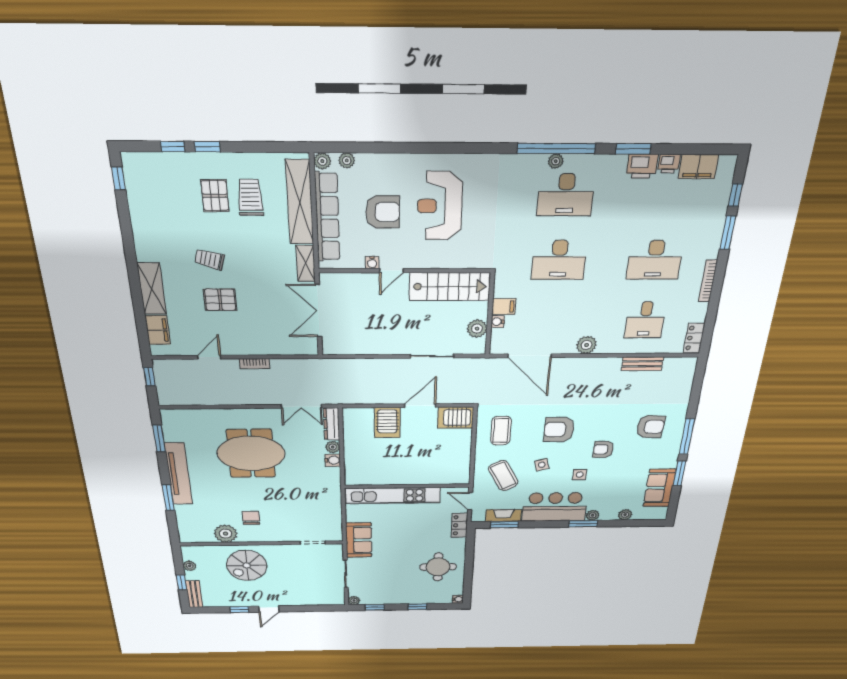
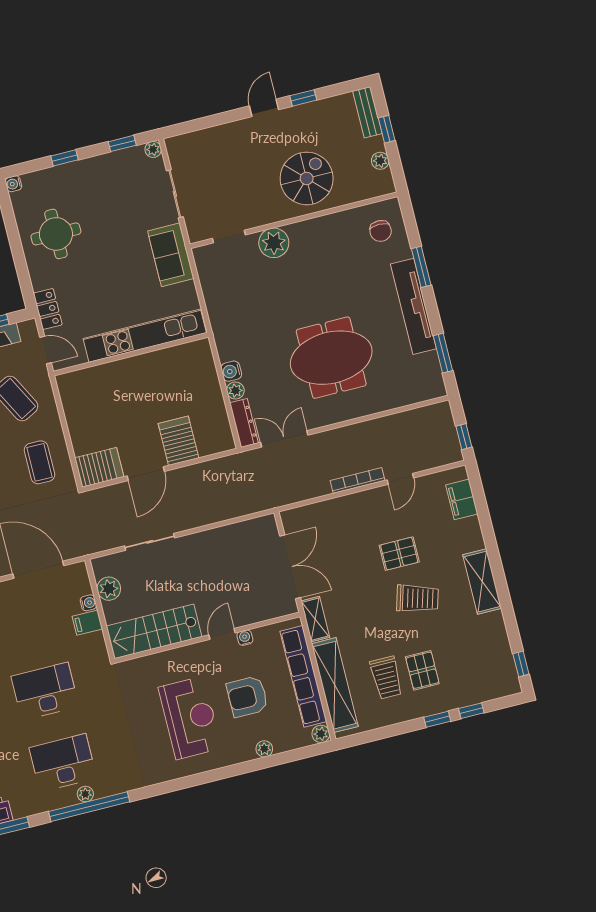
plant: (347, 160) -> (264, 749), moved
trolley: (210, 259) -> (417, 598), width x1.36, depth x1.39
shelving: (152, 289) -> (482, 582), moved
bookcase: (255, 364) -> (357, 480), width x1.56
chair: (251, 518) -> (381, 231), moved
plant: (226, 534) -> (274, 243), moved

